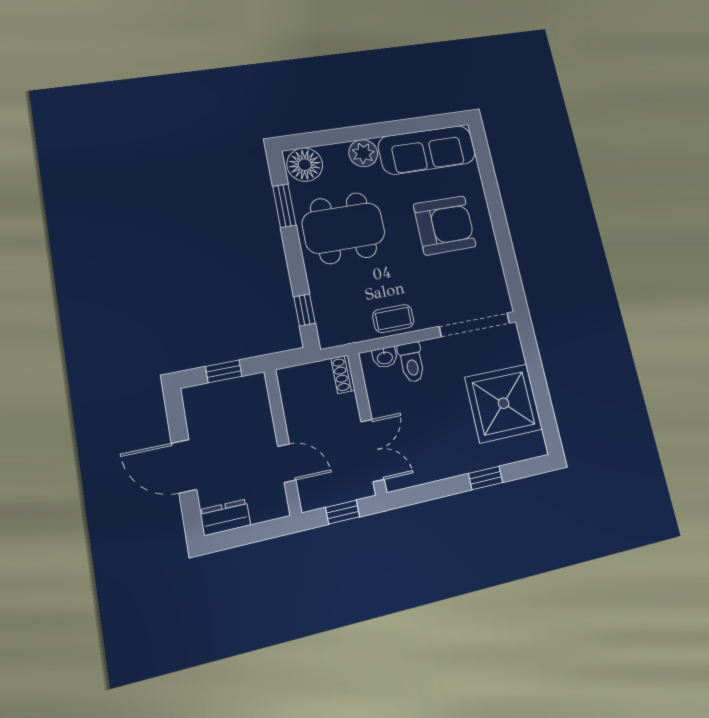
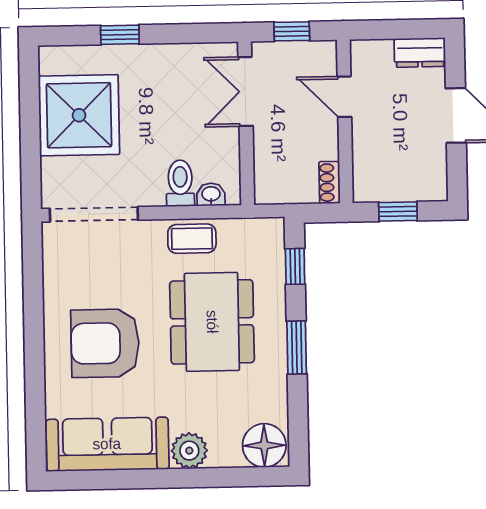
window: (284, 206) -> (297, 348), moved
dining table: (343, 228) -> (212, 322), moved, turned 90
shoe rack: (343, 374) -> (330, 183), moved, turned 180

